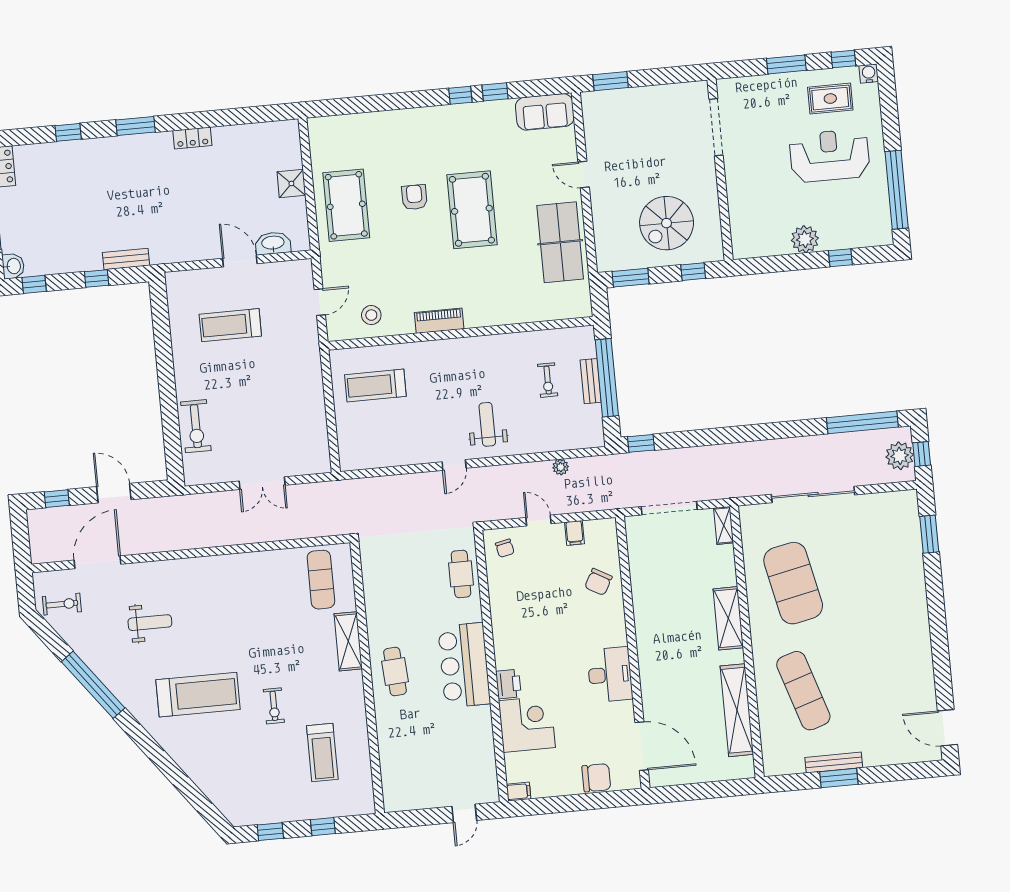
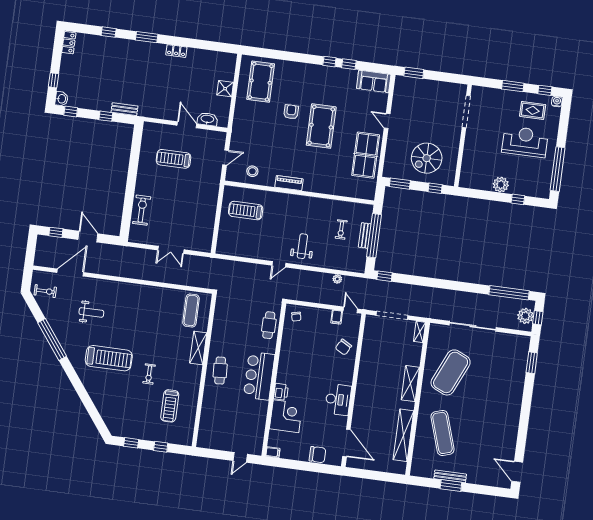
pool table: (346, 205) -> (261, 82), moved
exercise bike: (196, 426) -> (142, 210), turned 180
door: (539, 521) -> (350, 310), moved
exercise mat: (793, 583) -> (451, 372), turned 36

